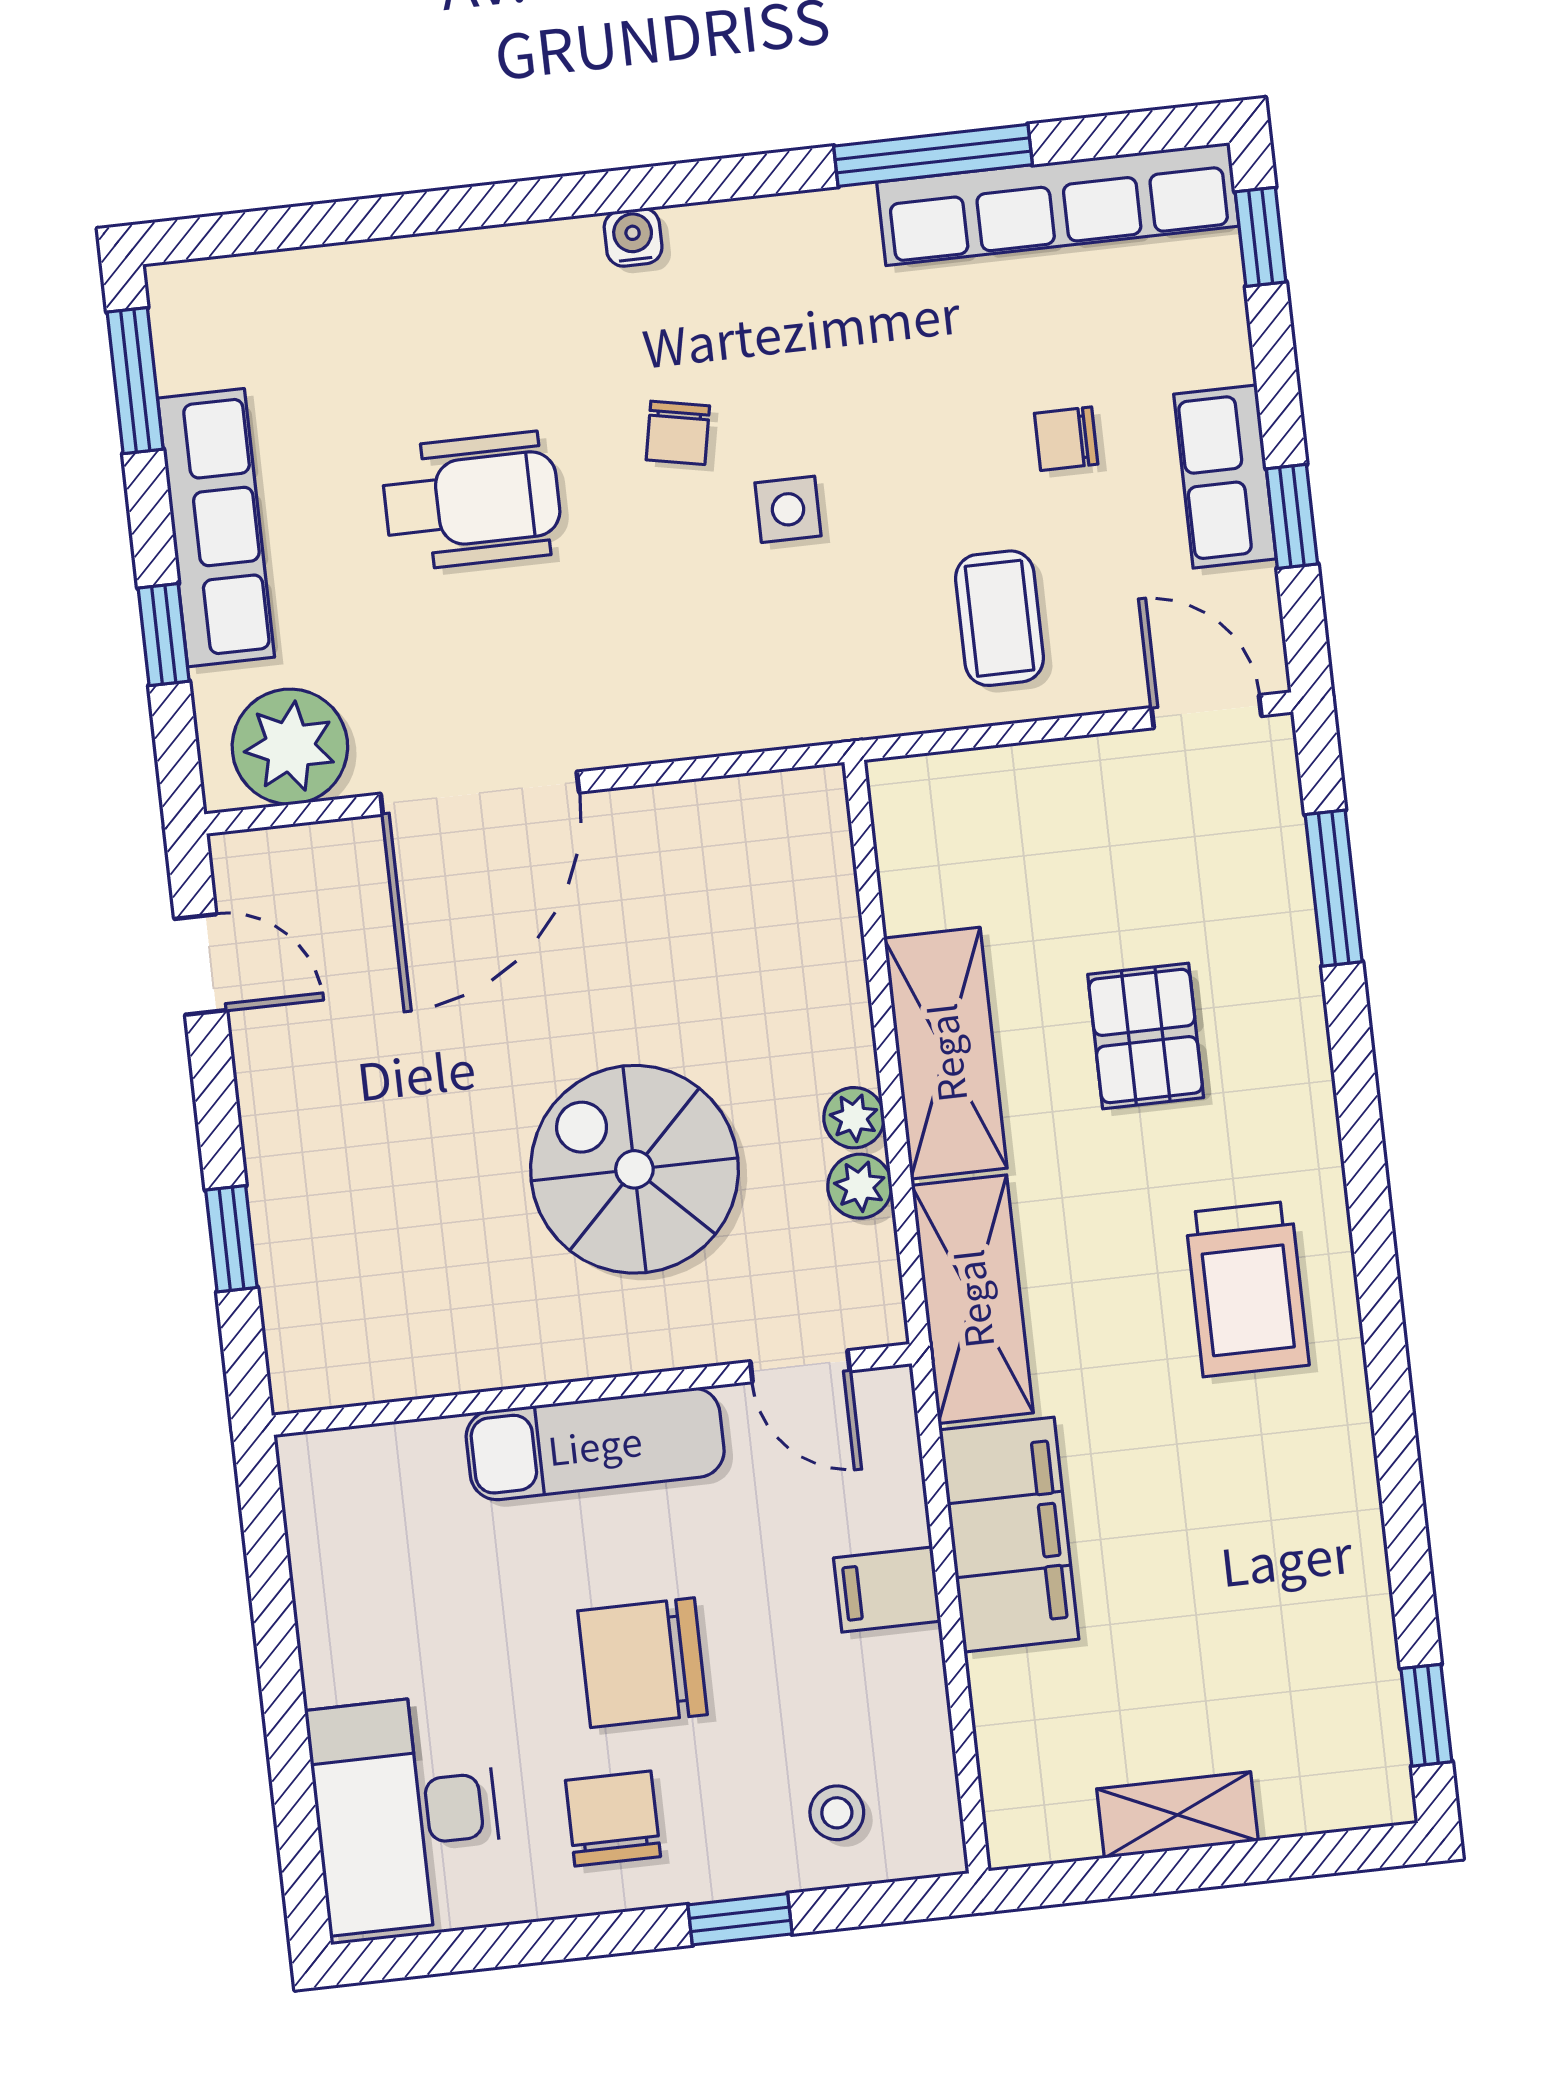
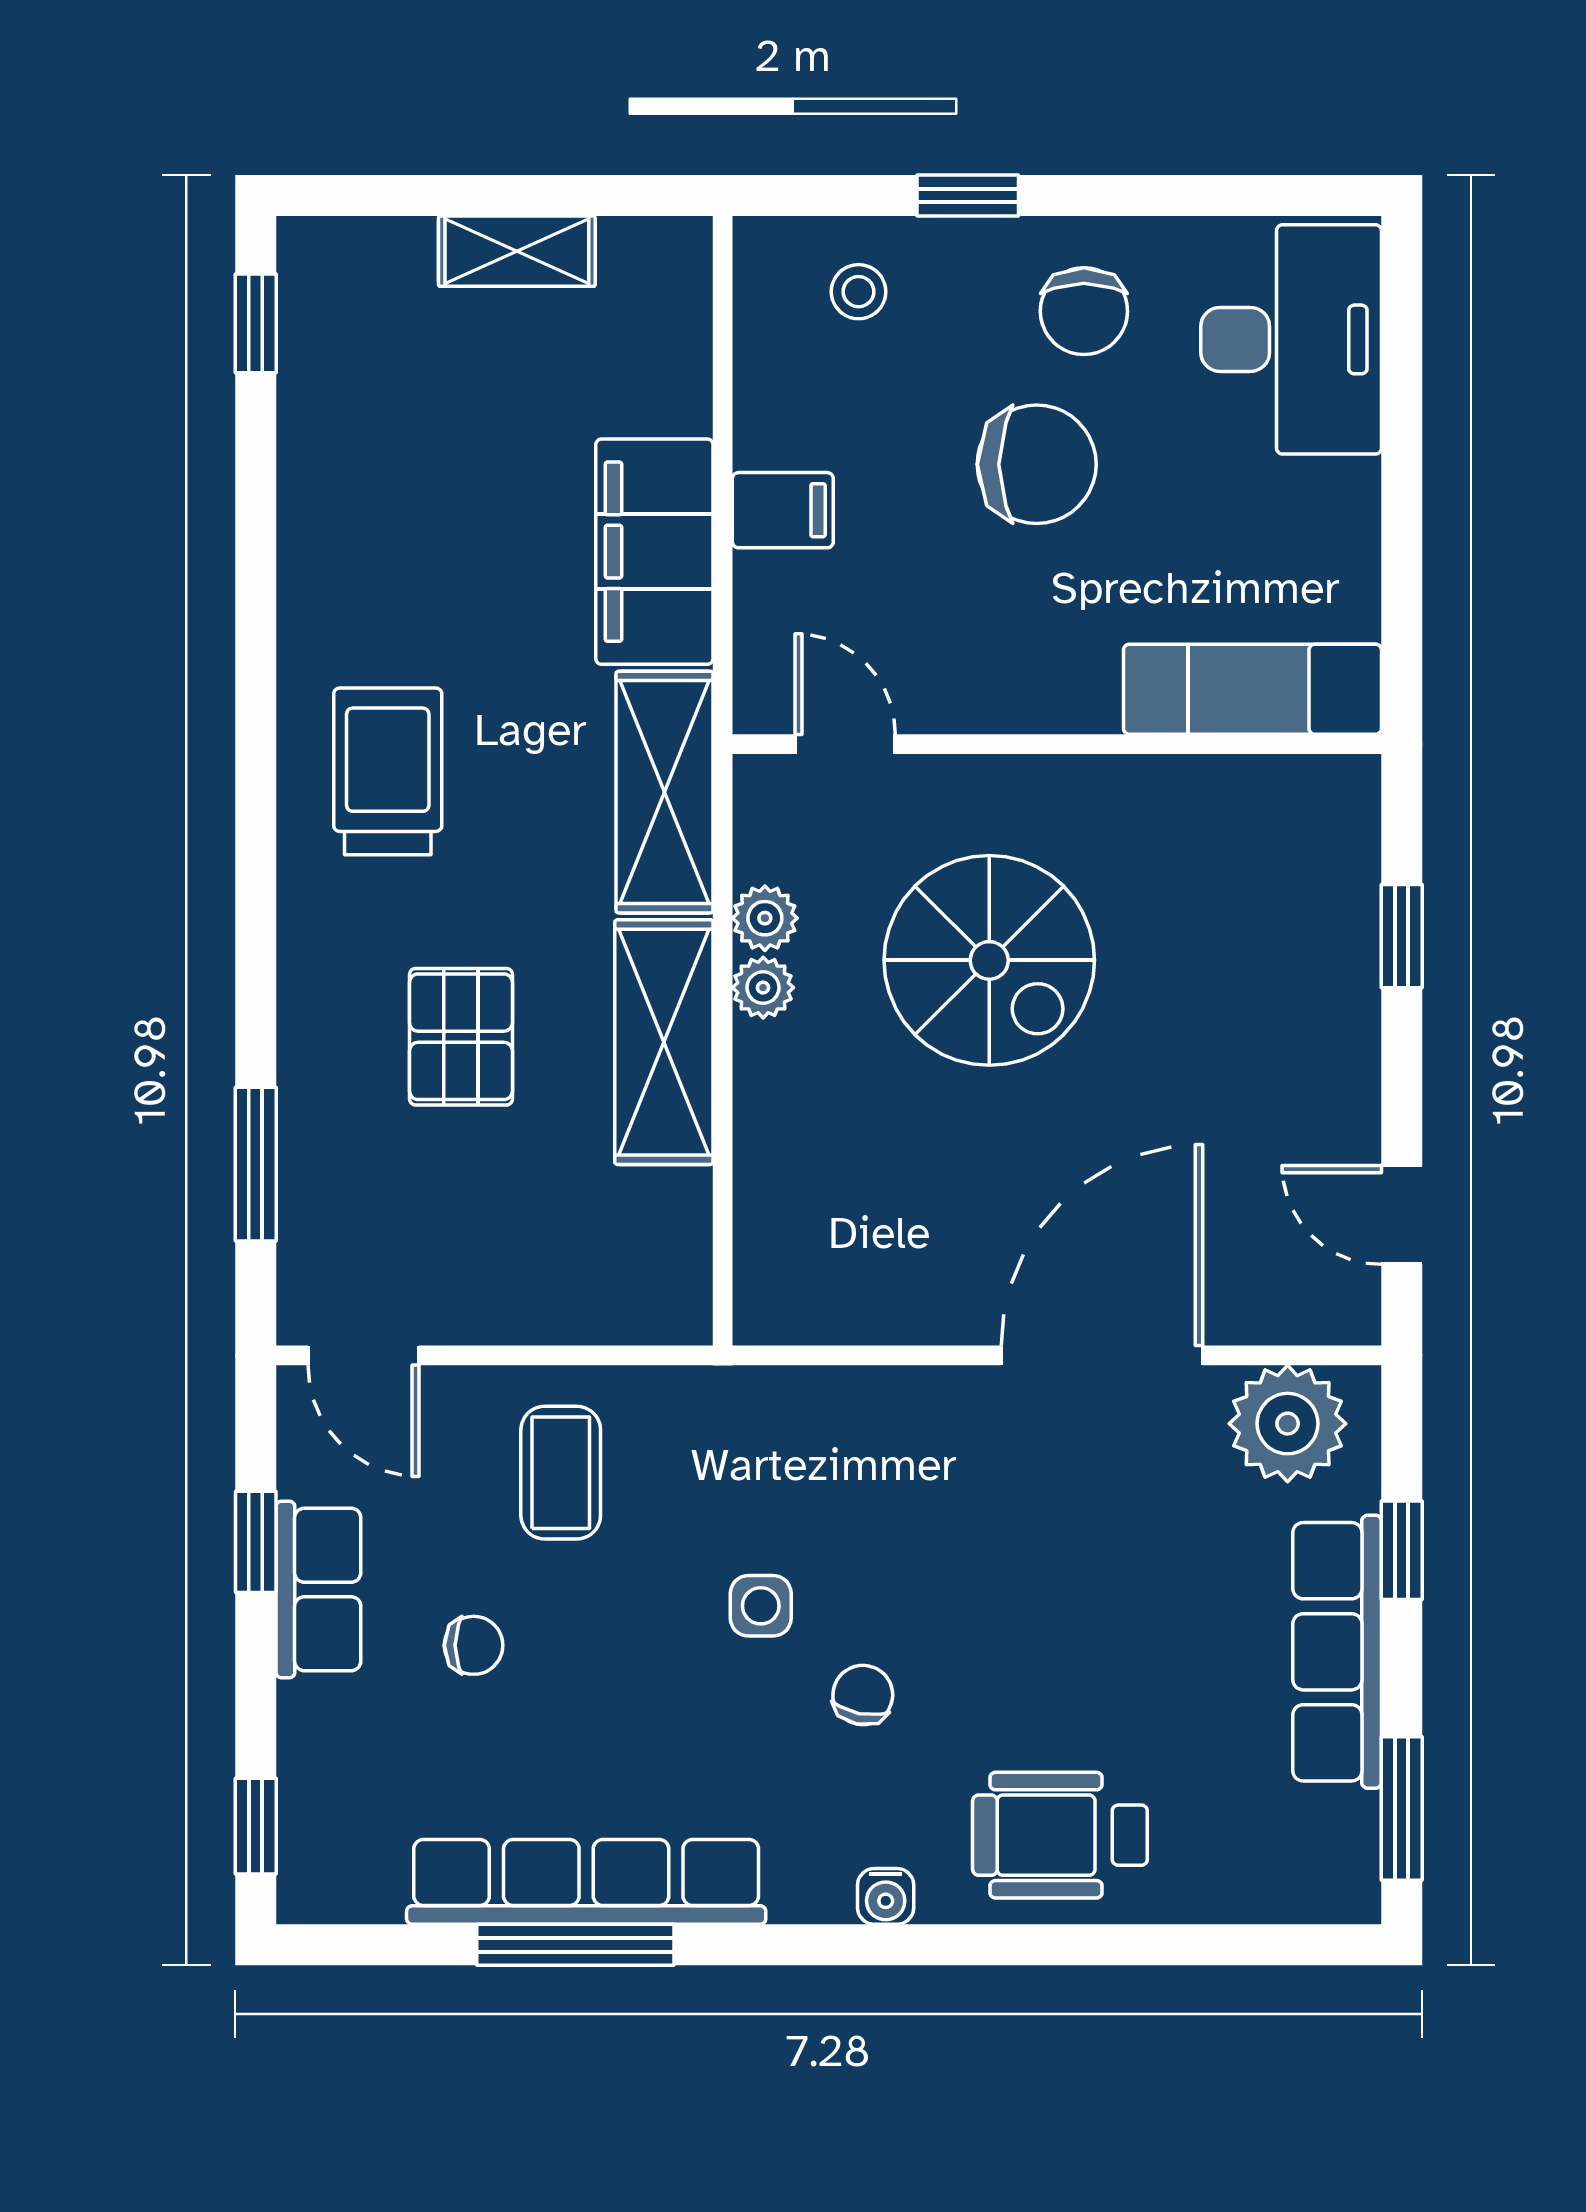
row of seats: (1058, 204) -> (586, 1882), moved
wheelchair: (472, 501) -> (1060, 1835), moved
exam couch: (595, 1444) -> (1252, 689), moved

